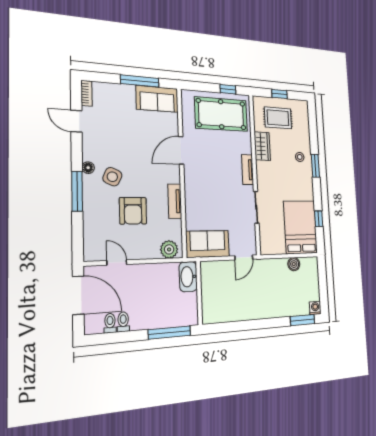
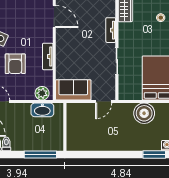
door: (181, 150) -> (54, 16), swing flipped
boiler: (294, 264) -> (144, 113), width x1.86, depth x1.86
washbasin: (188, 277) -> (42, 110), moved, turned -90

